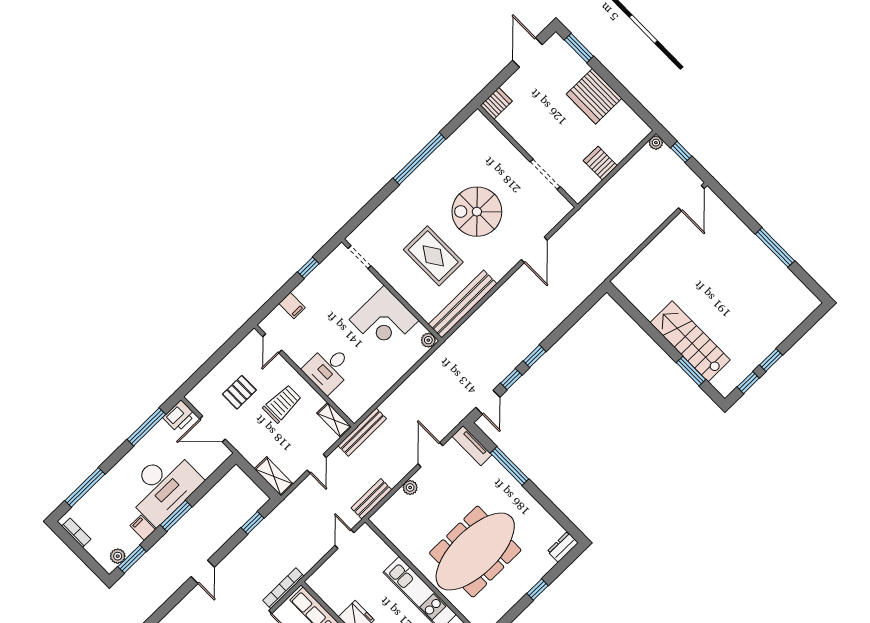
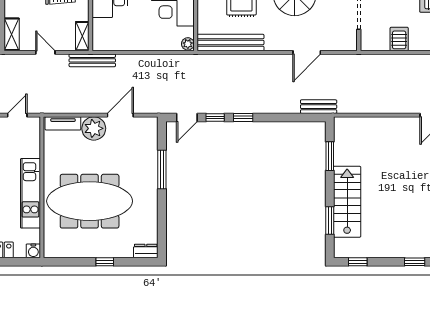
window: (638, 318) -> (330, 156), added
window: (771, 360) -> (415, 262), moved
tv unit: (472, 445) -> (63, 123), moved, turned -90
door: (317, 464) -> (45, 52), swing flipped
plant: (410, 488) -> (94, 128), width x1.88, depth x1.88
bench: (371, 499) -> (319, 107), moved

